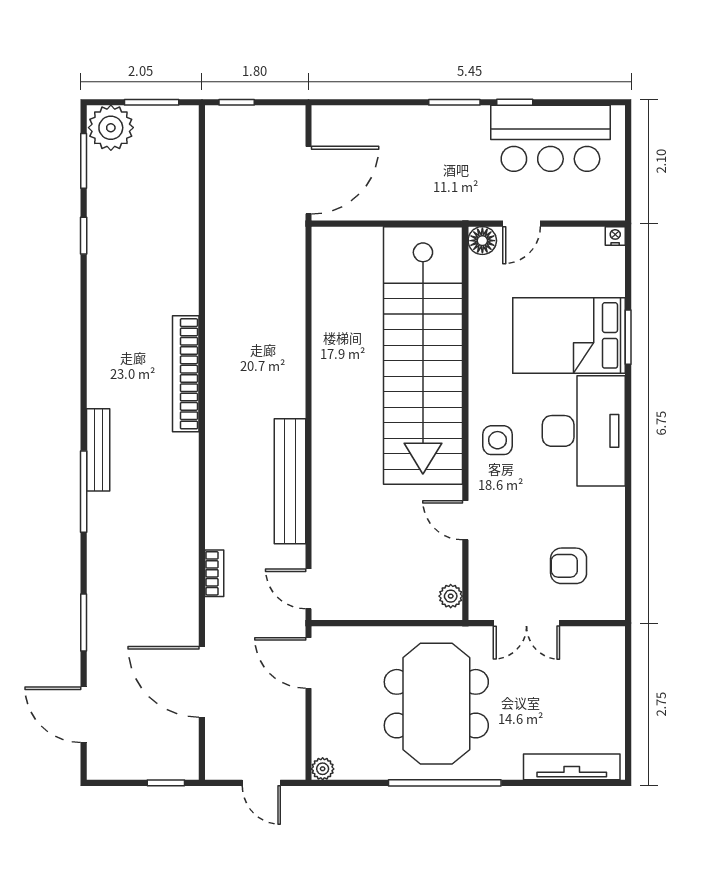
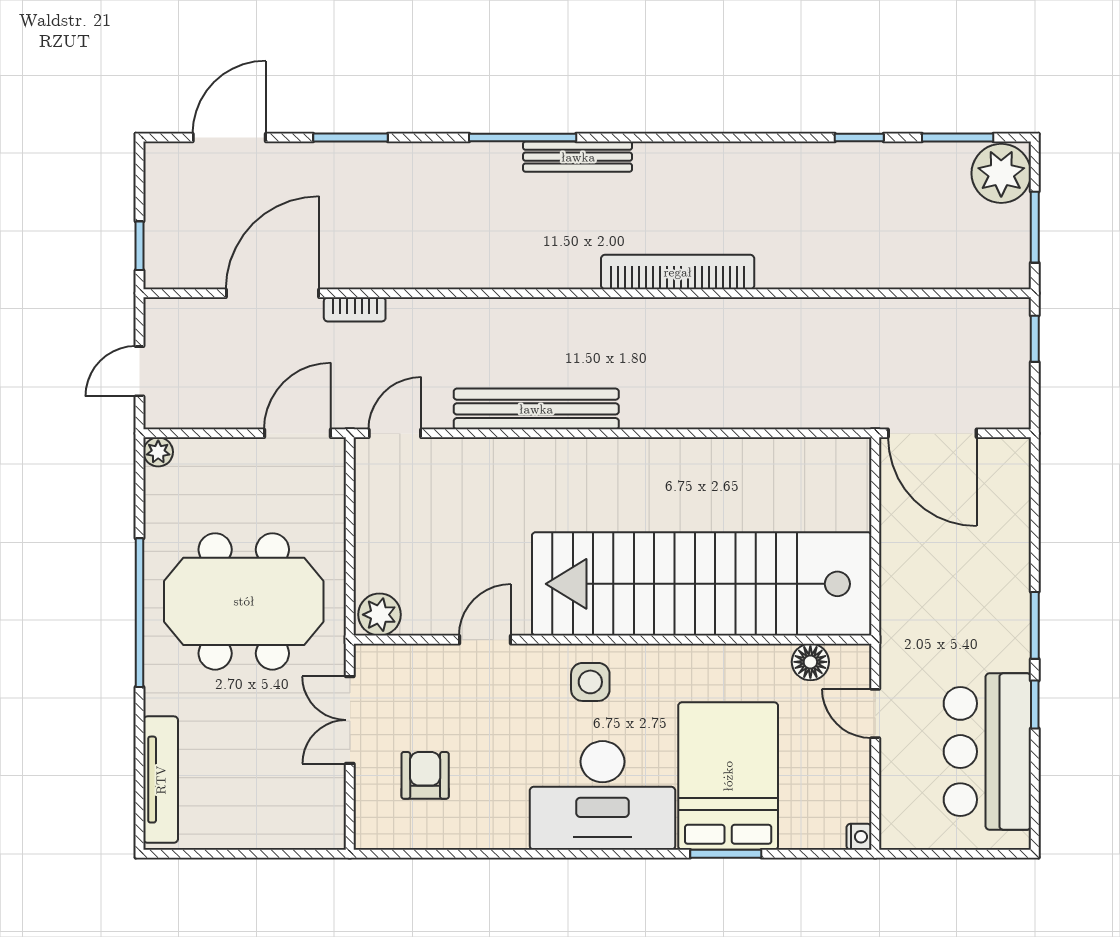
floor lamp: (482, 241) -> (810, 662), moved
bookcase: (214, 573) -> (355, 309), moved
plant: (451, 596) -> (379, 615), width x1.38, depth x1.38

